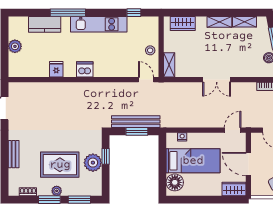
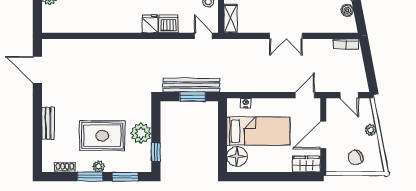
fridge: (56, 69) -> (150, 24), moved
dishwasher: (85, 69) -> (168, 24), moved
window: (106, 156) -> (156, 152), moved
door: (248, 164) -> (323, 135), hinge flipped

